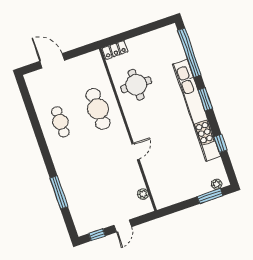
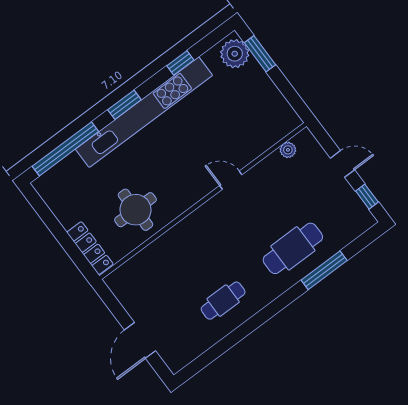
locker: (115, 50) -> (90, 248), width x1.53
cafe table: (98, 109) -> (293, 248), moved
plant: (217, 184) -> (235, 54), width x1.87, depth x1.87

